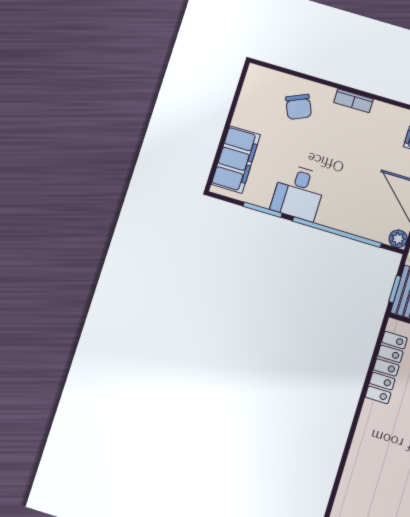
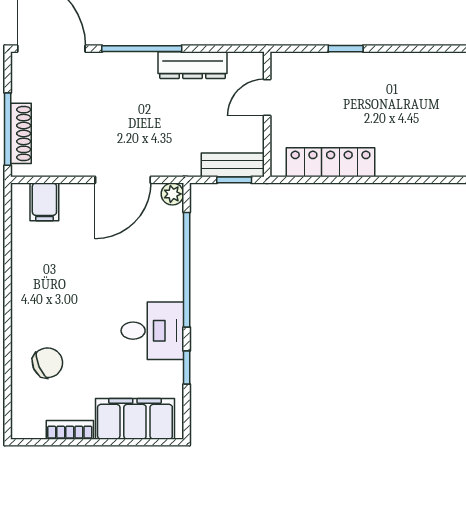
bookcase: (353, 101) -> (70, 430), moved, turned -90
window: (263, 210) -> (187, 368), width x0.67

